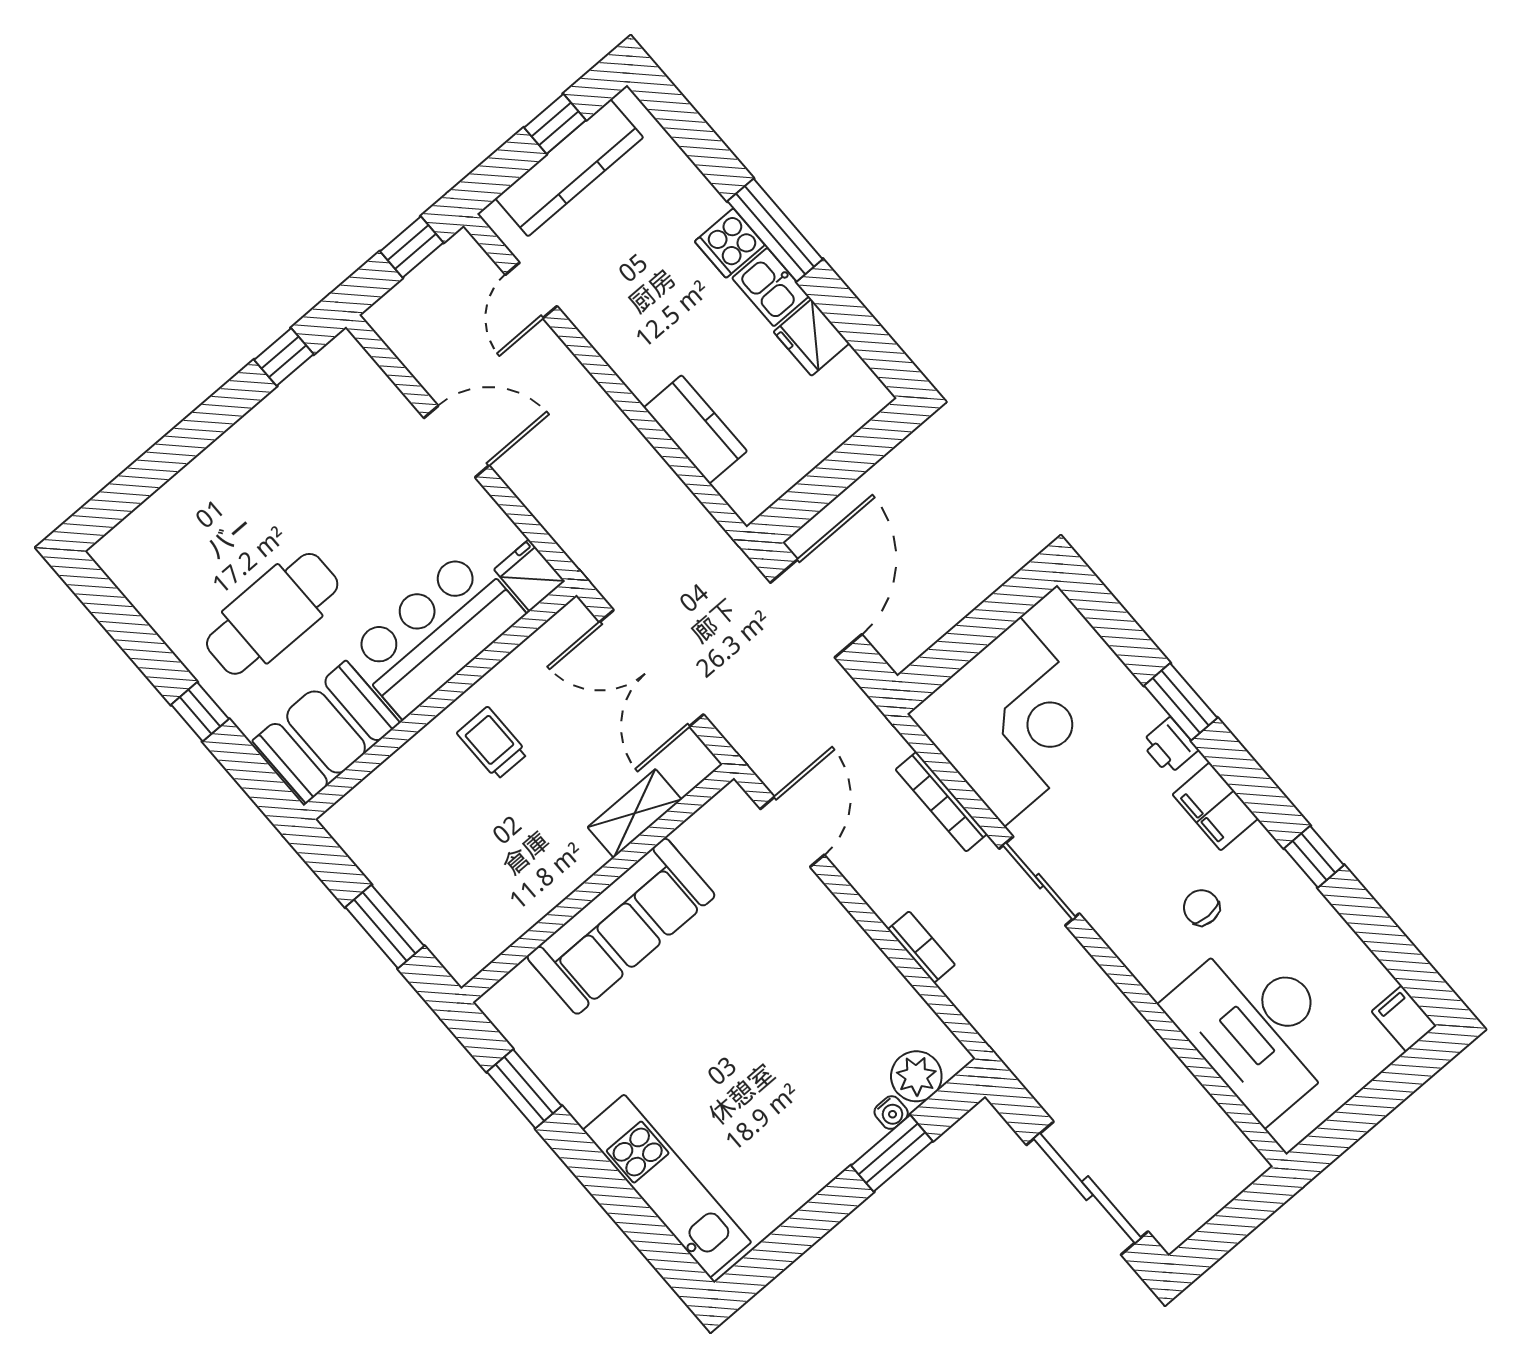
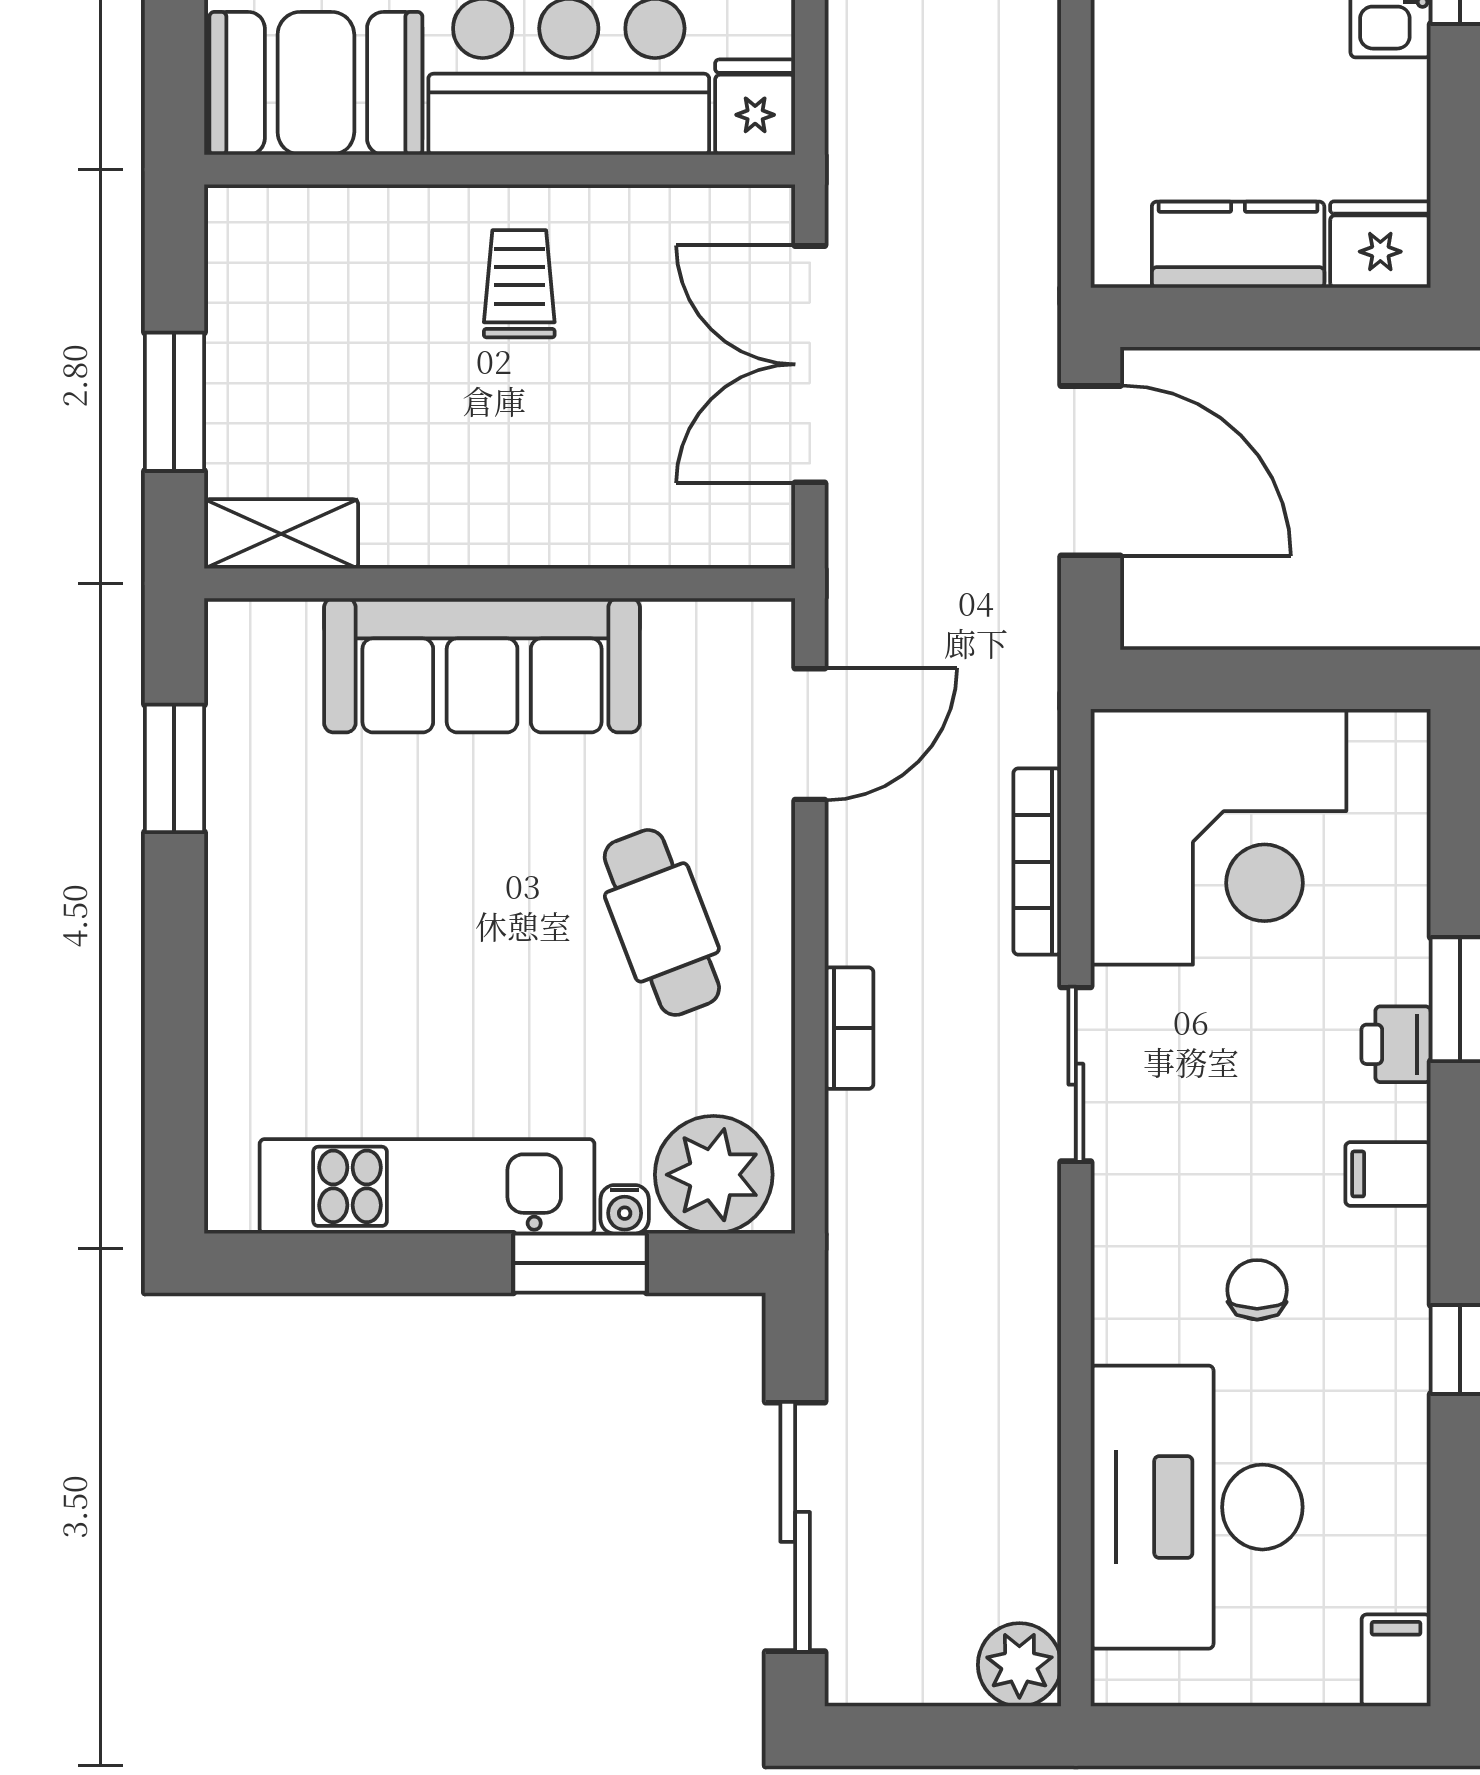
fridge: (811, 338) -> (1380, 245), moved, turned 90
kitchen counter: (695, 429) -> (1238, 245), moved, turned -90
door: (816, 608) -> (1091, 471), hinge flipped
filing cabinet: (1215, 806) -> (1388, 1174), width x0.50
shelving: (635, 813) -> (281, 534), moved
cafe table: (798, 971) -> (662, 922), added
plant: (916, 1076) -> (714, 1175), width x1.36, depth x1.36
plant: (1239, 1164) -> (1019, 1665), added
kitchen unit: (667, 1186) -> (427, 1186), moved, turned -90

